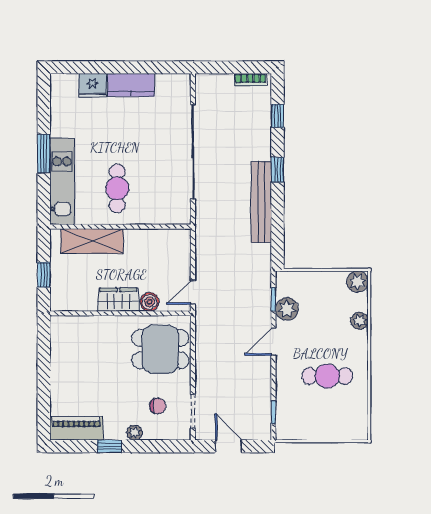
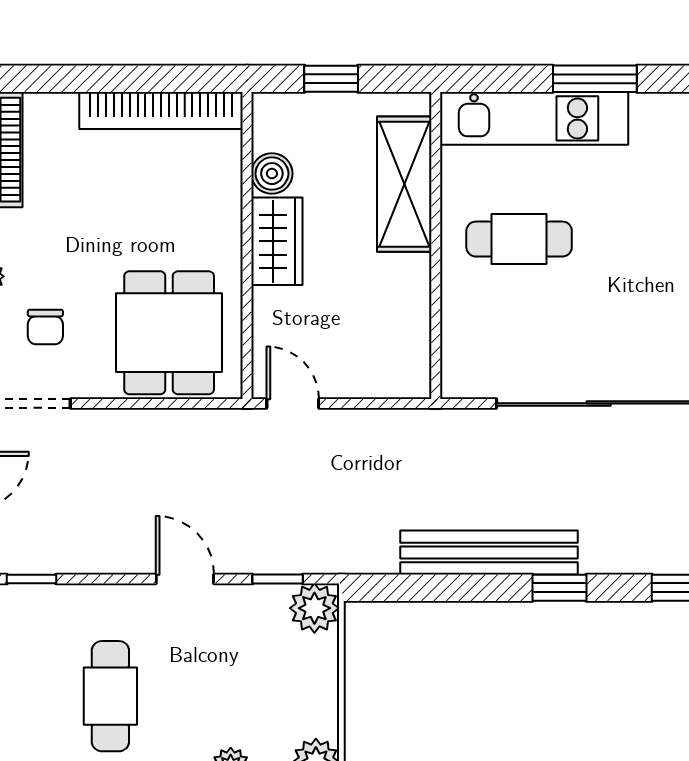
boiler: (150, 302) -> (272, 174), moved
plant: (287, 309) -> (314, 608), moved
bookcase: (58, 353) -> (161, 111), added

